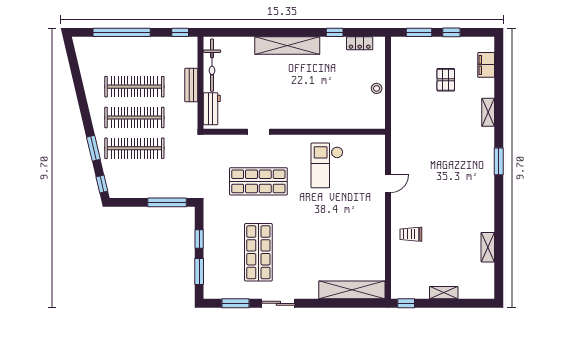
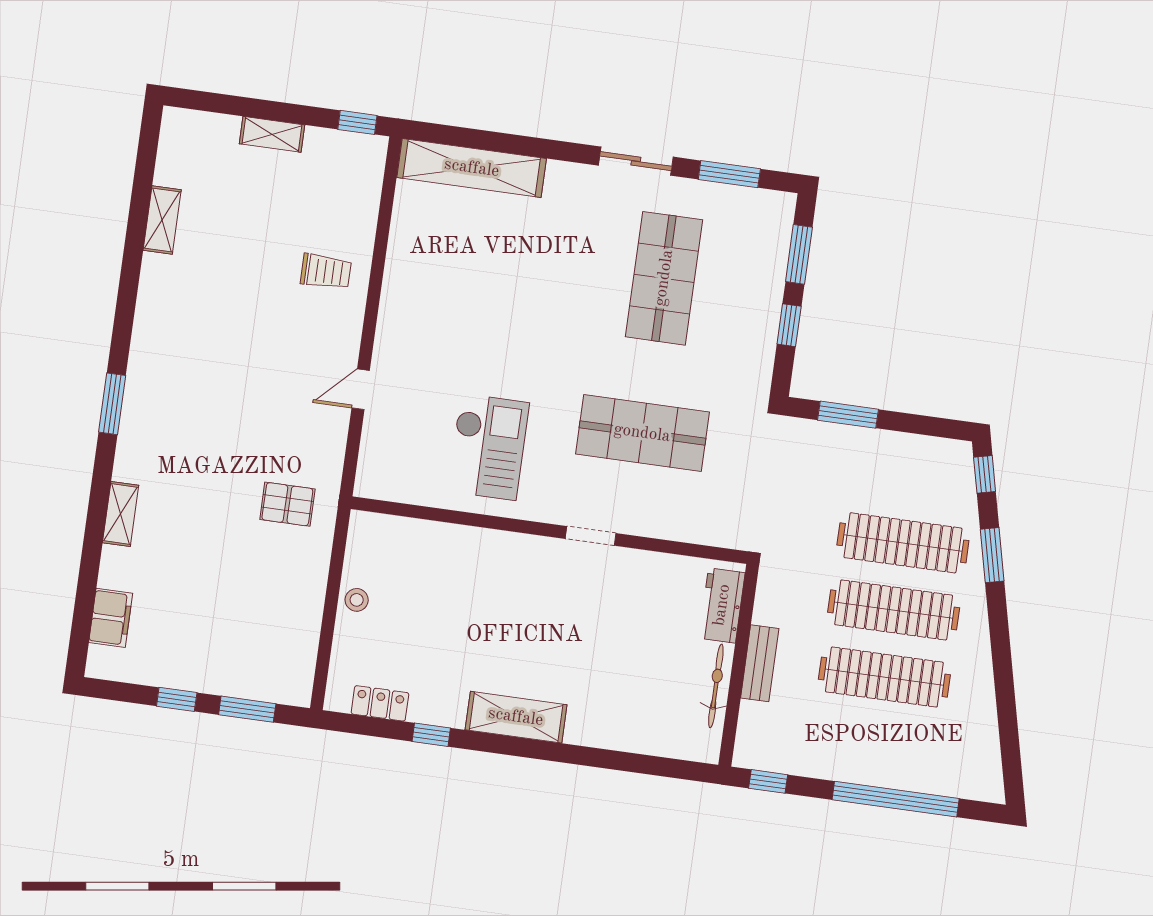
shelving: (287, 46) -> (516, 717), width x0.68
bicycle: (212, 65) -> (716, 686), width x0.73, depth x0.71
pallet: (446, 80) -> (287, 504), moved, turned 90
doorway: (259, 132) -> (591, 536), moved
window: (167, 202) -> (848, 415), width x0.69

